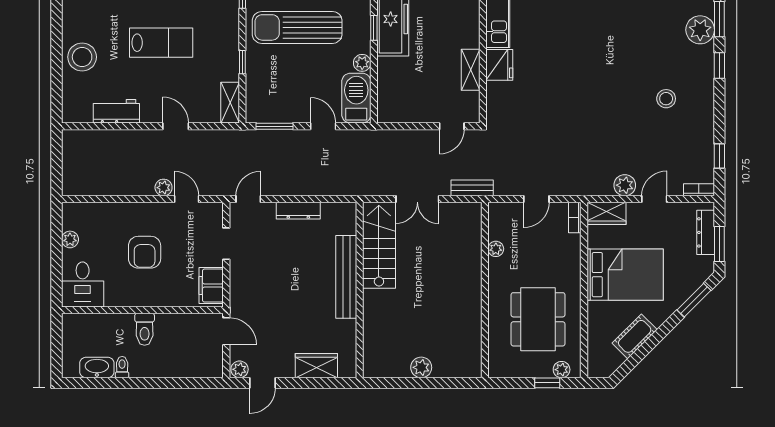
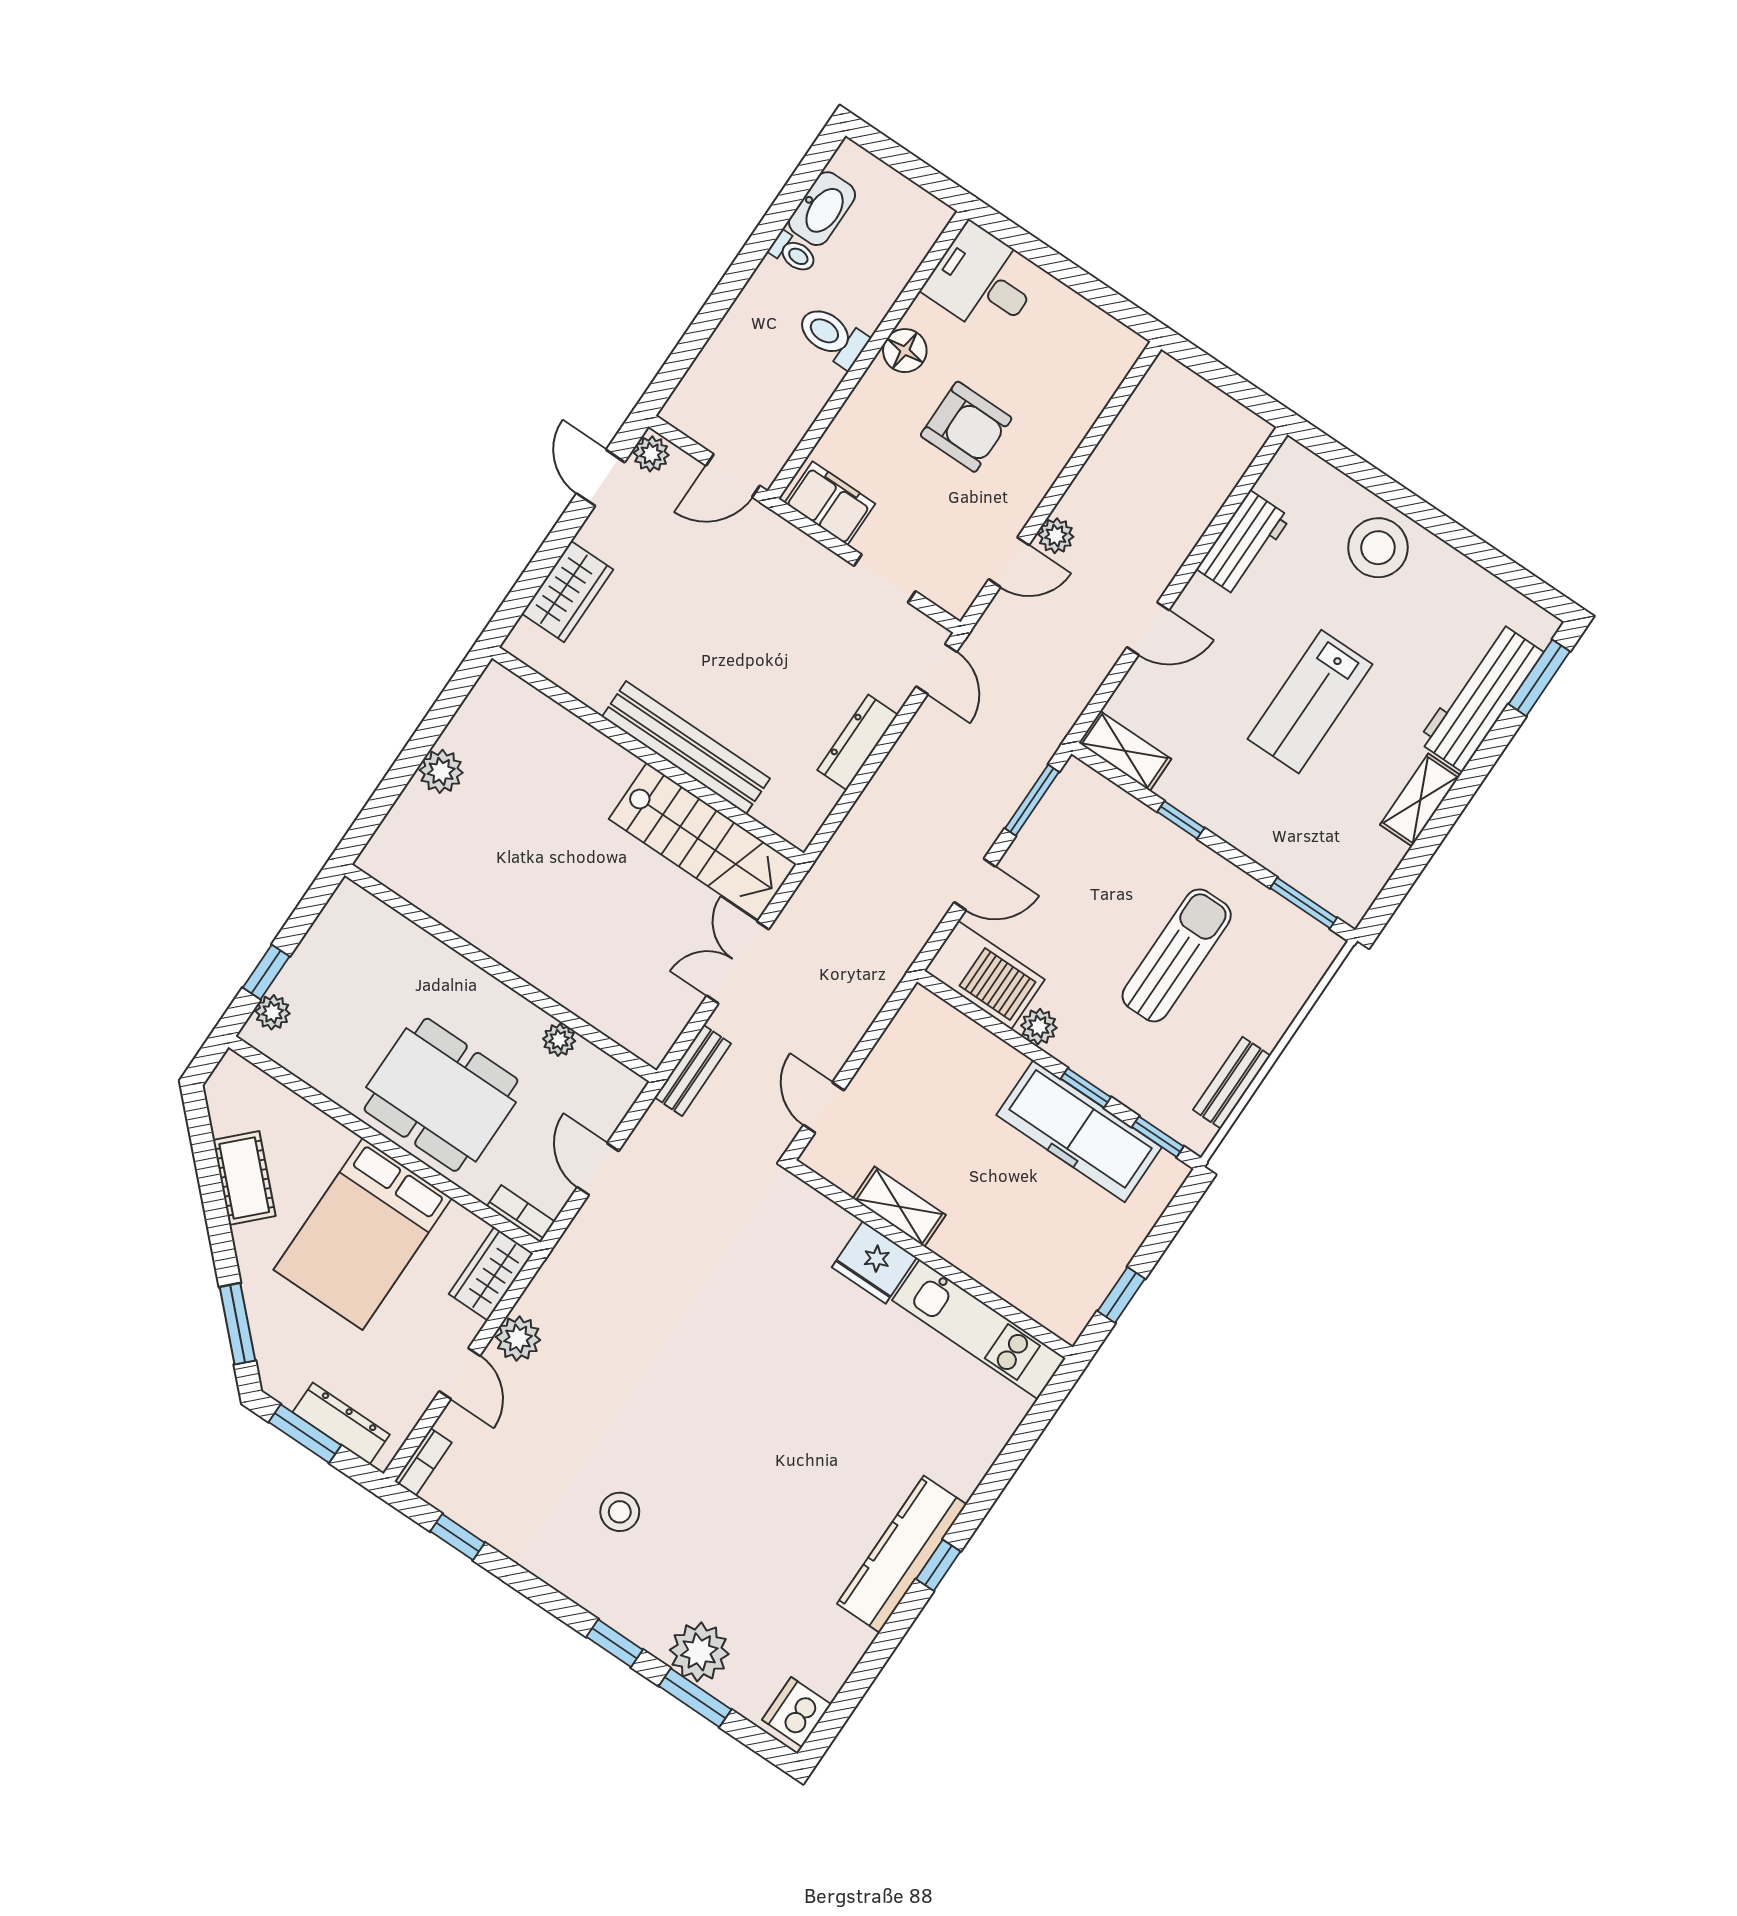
sun lounger: (297, 27) -> (1177, 955), width x0.73, depth x0.75
plant: (70, 239) -> (1076, 312), removed
armchair: (145, 252) -> (966, 427), turned 180
floor lamp: (131, 297) -> (905, 351), added
dining table: (538, 319) -> (441, 1095), moved

